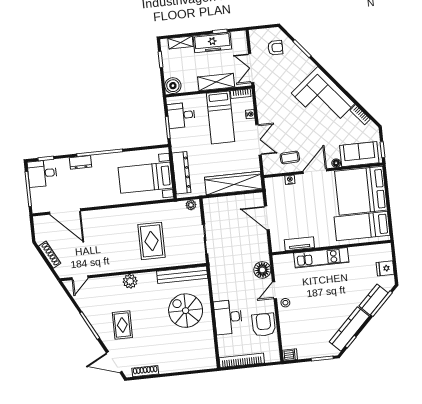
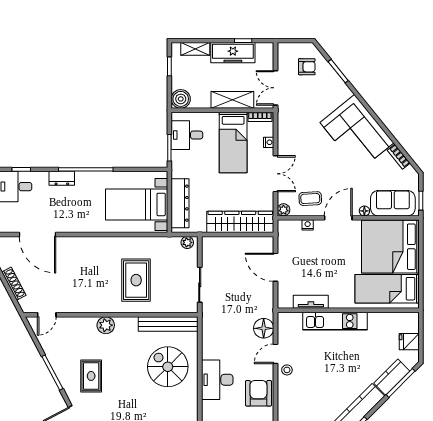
plant: (268, 169) -> (283, 210), added

